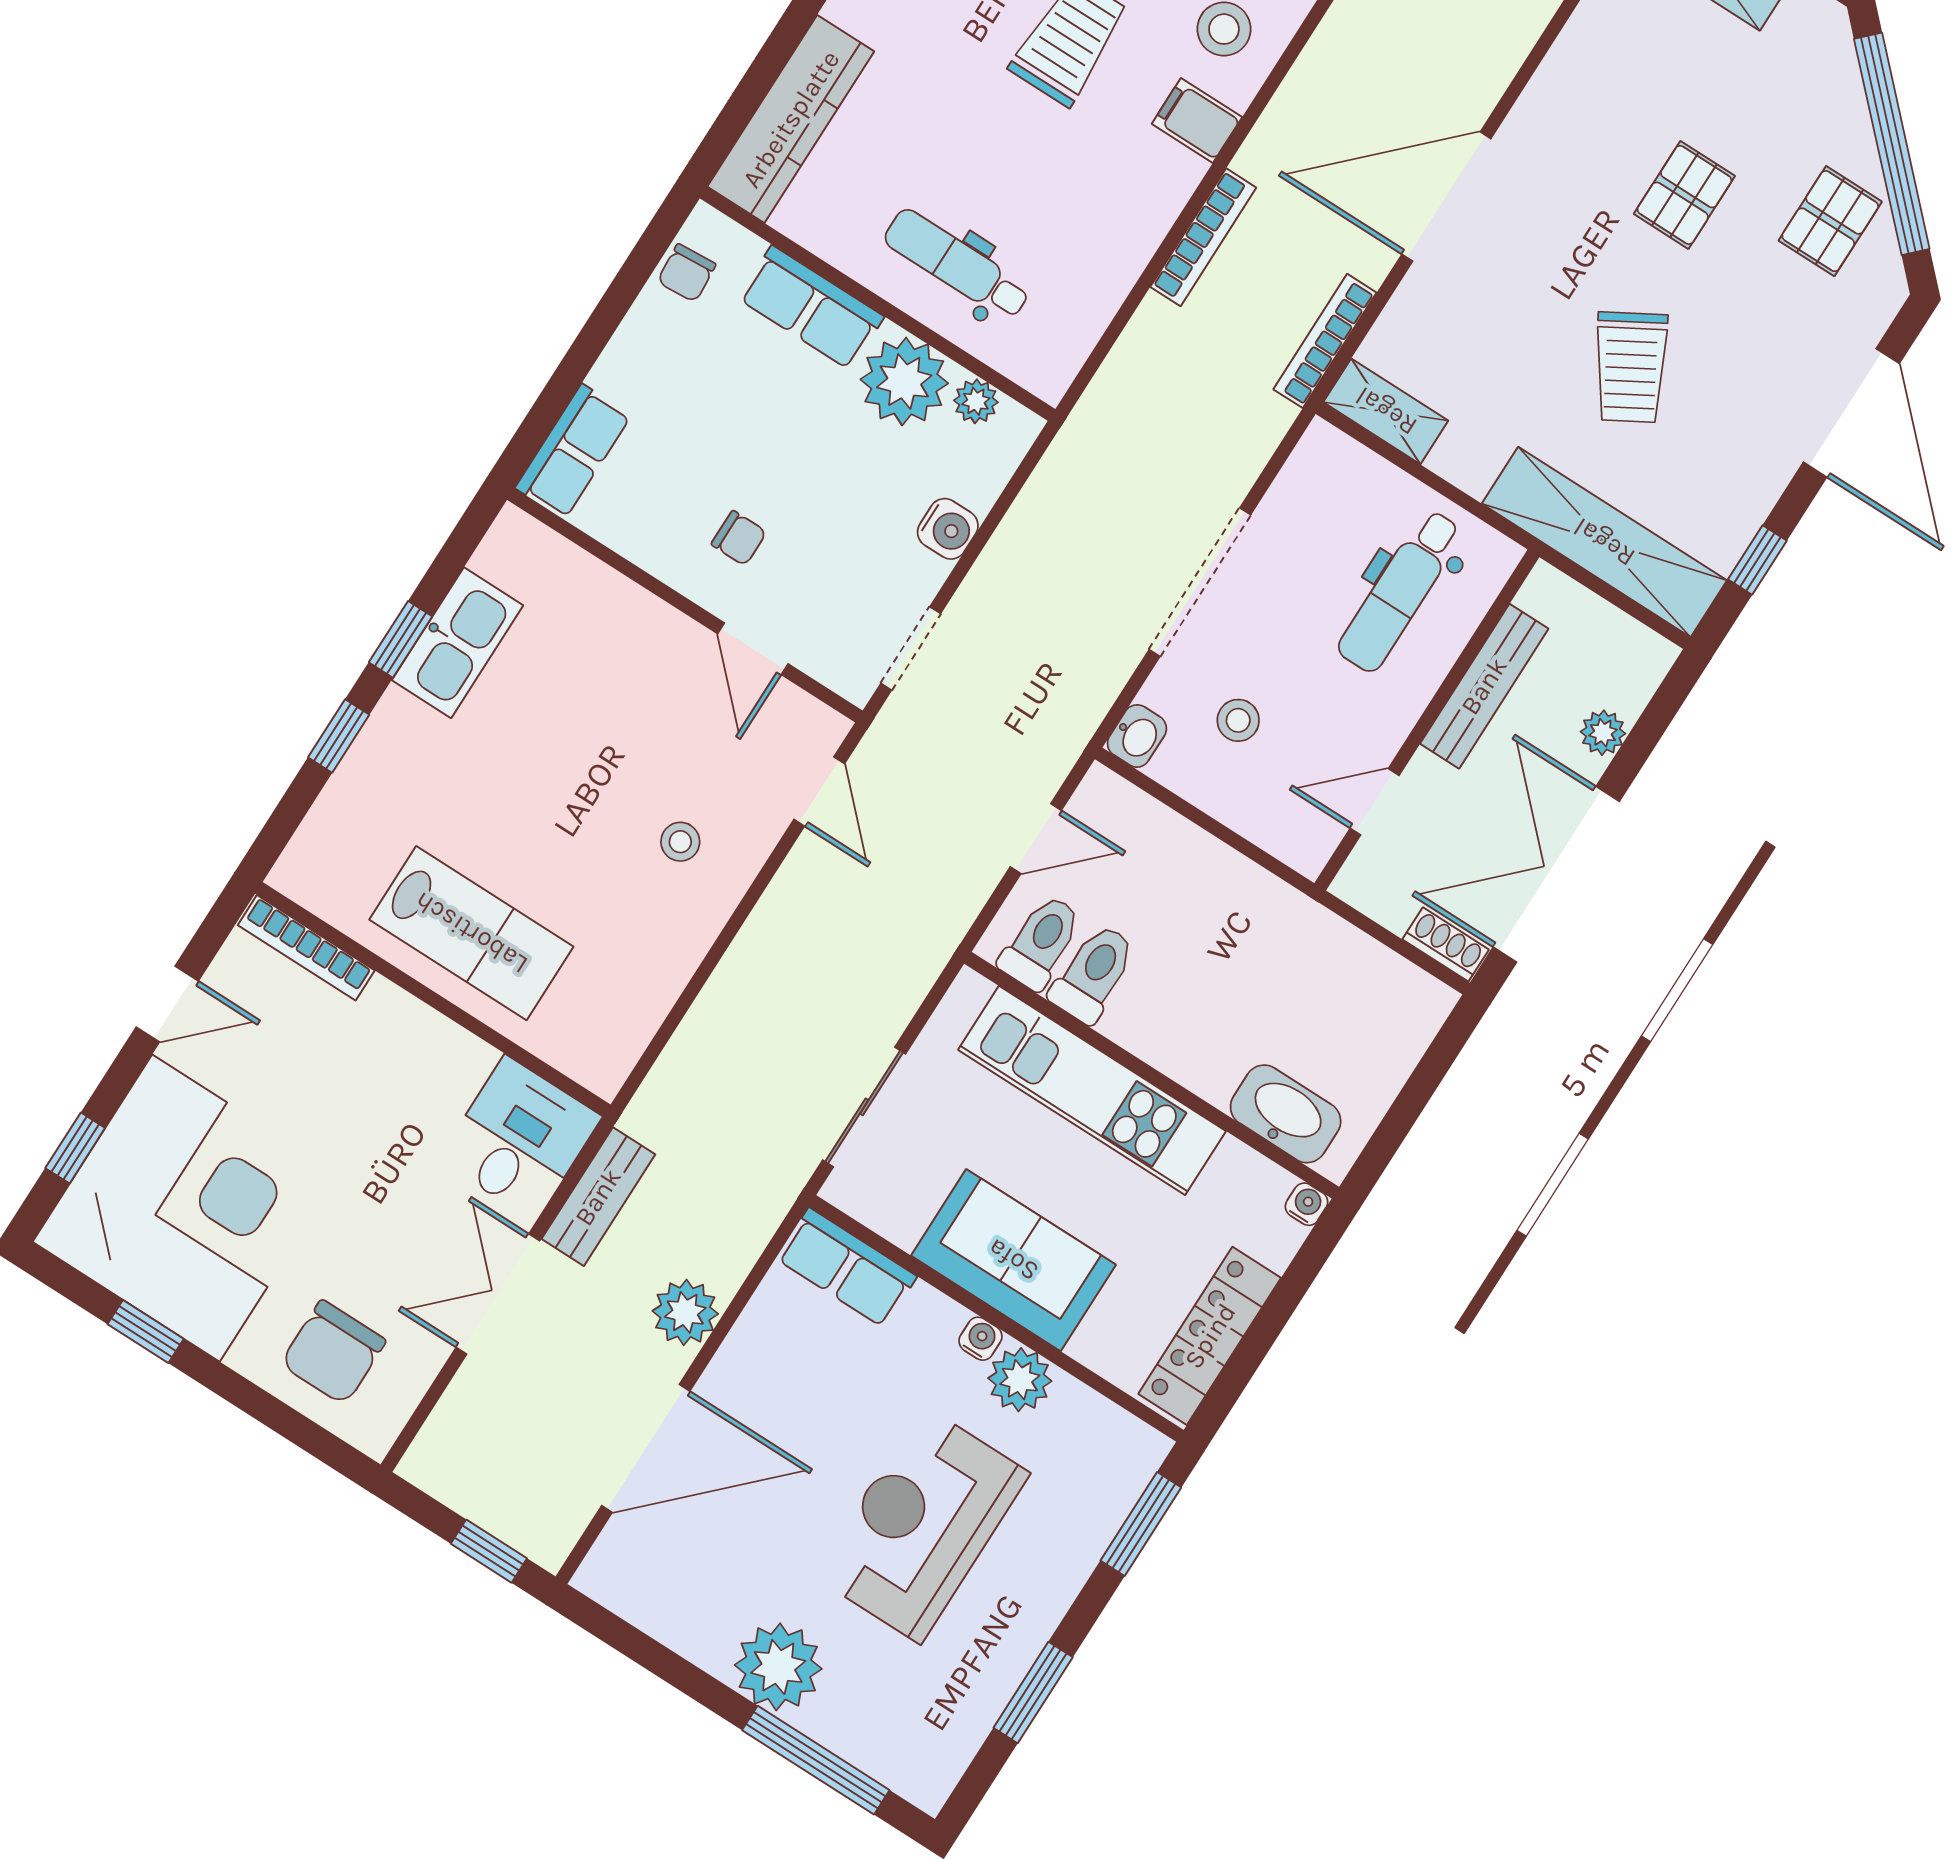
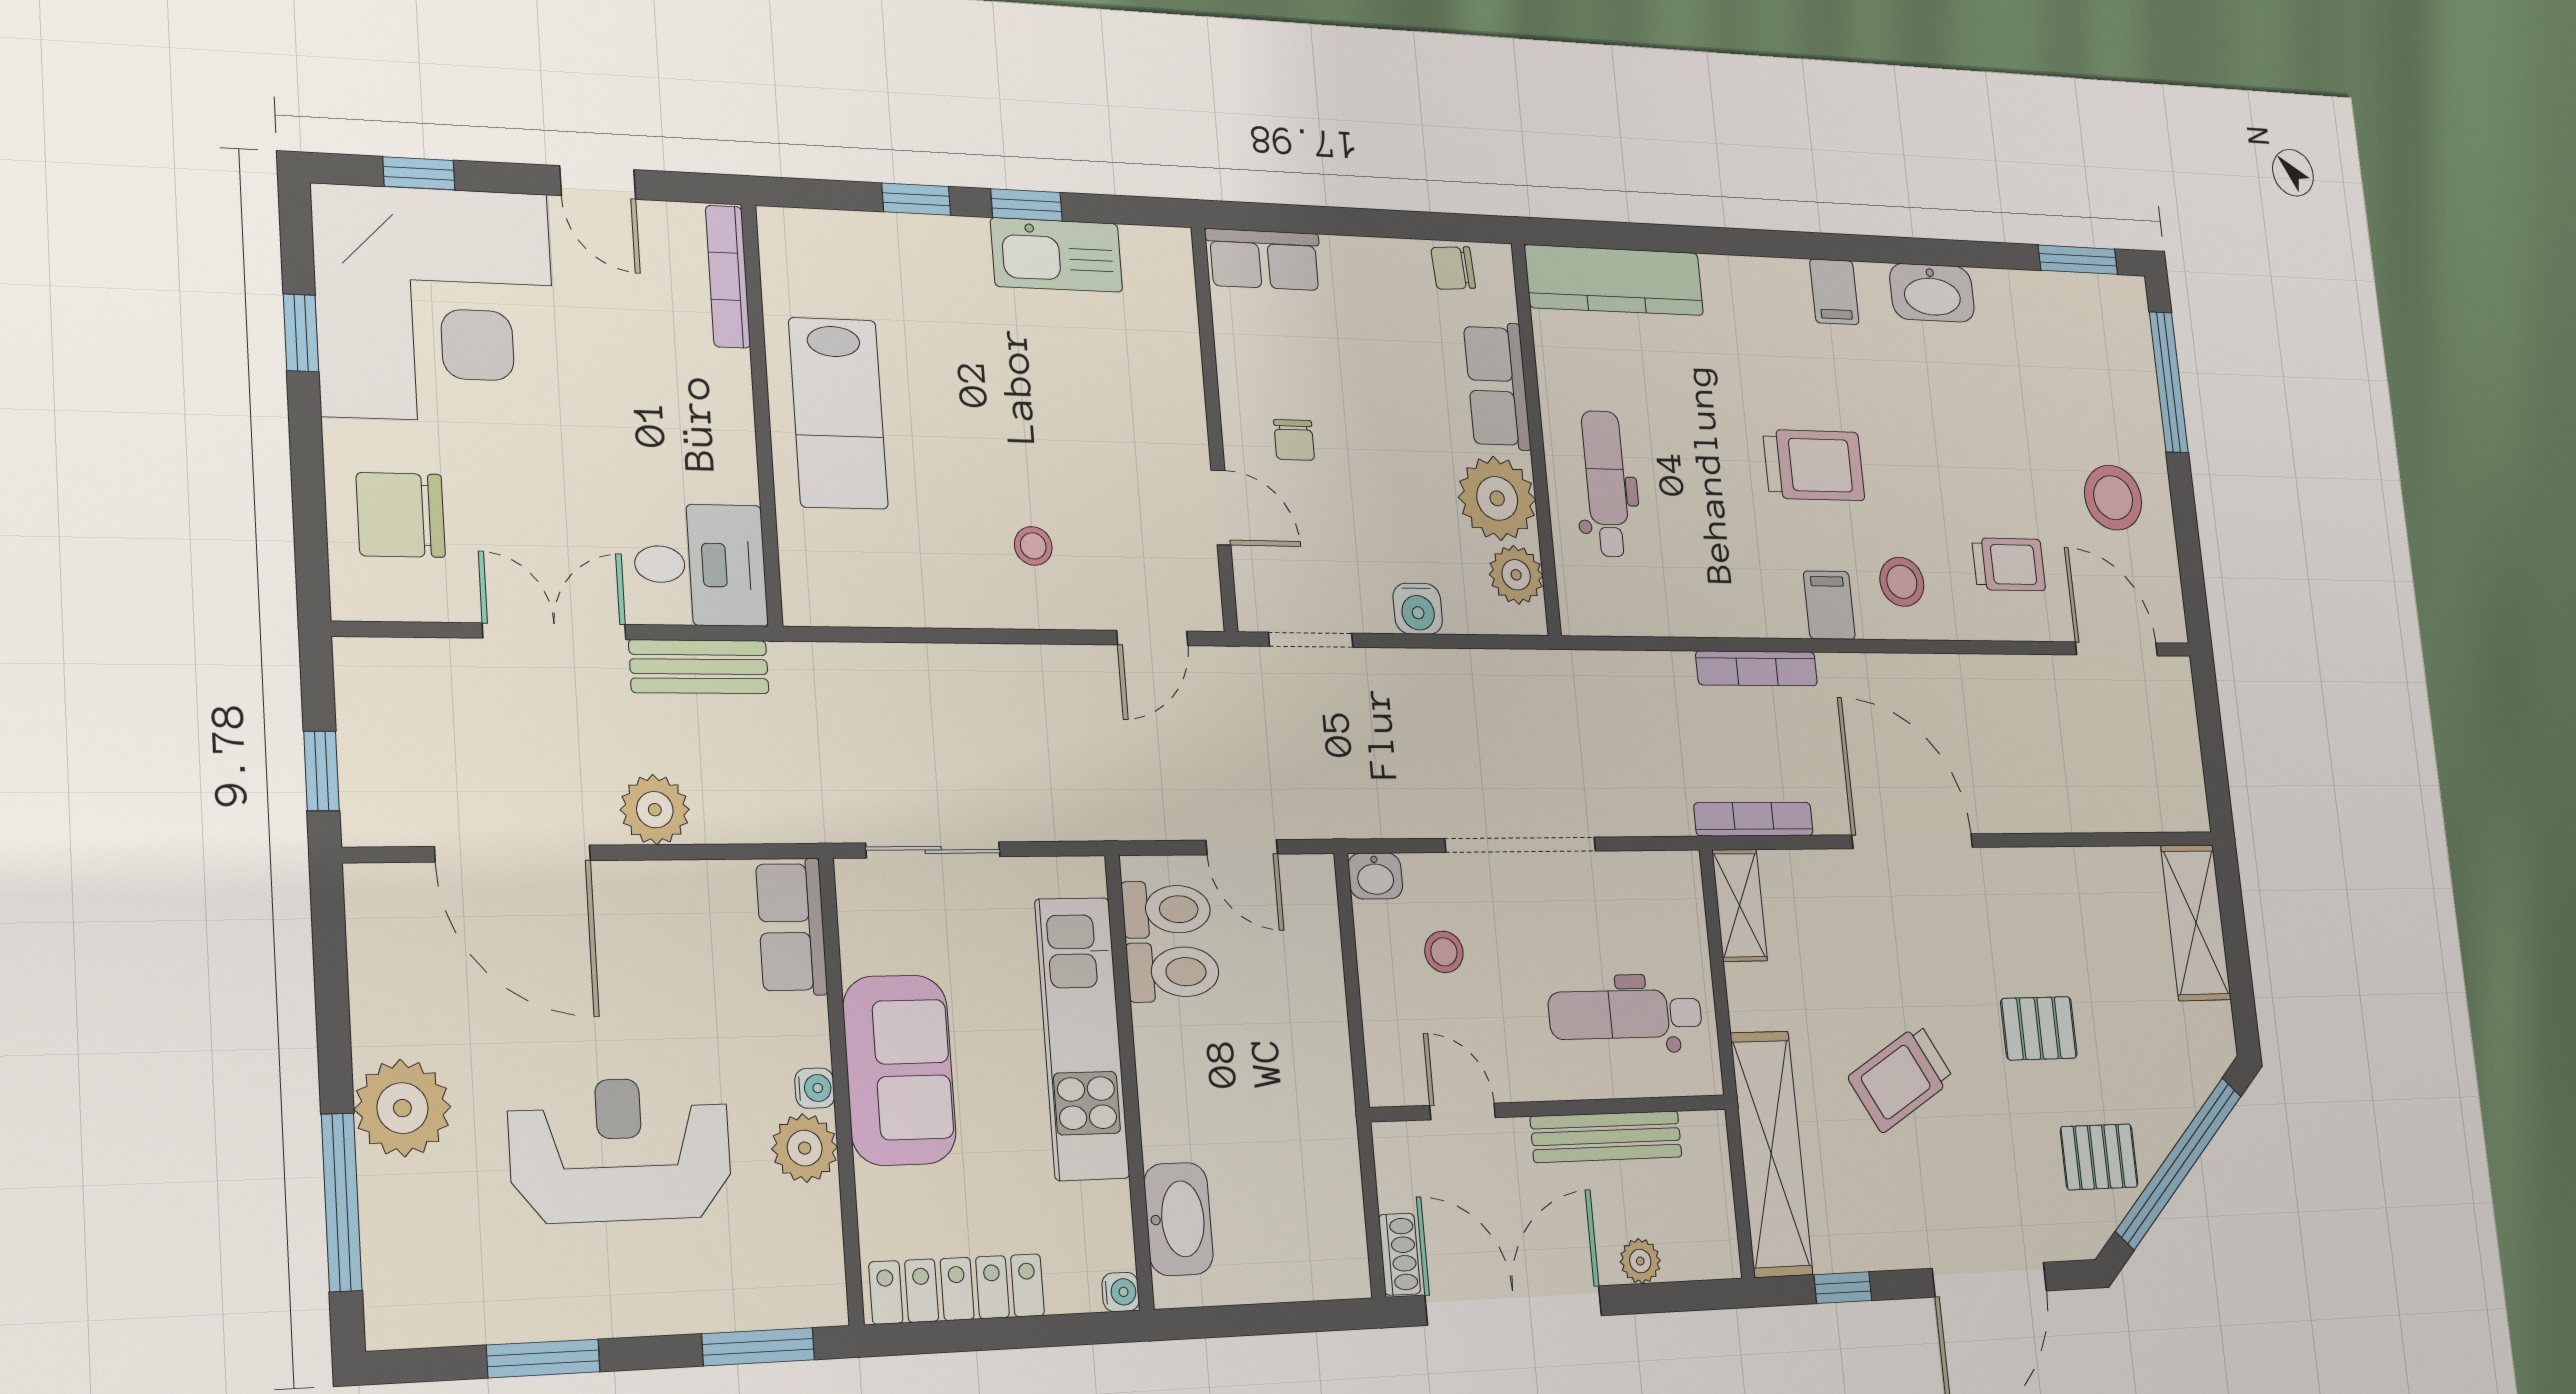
plant: (976, 401) -> (1516, 575), width x1.38, depth x1.38
door: (753, 649) -> (1221, 508), swing flipped

